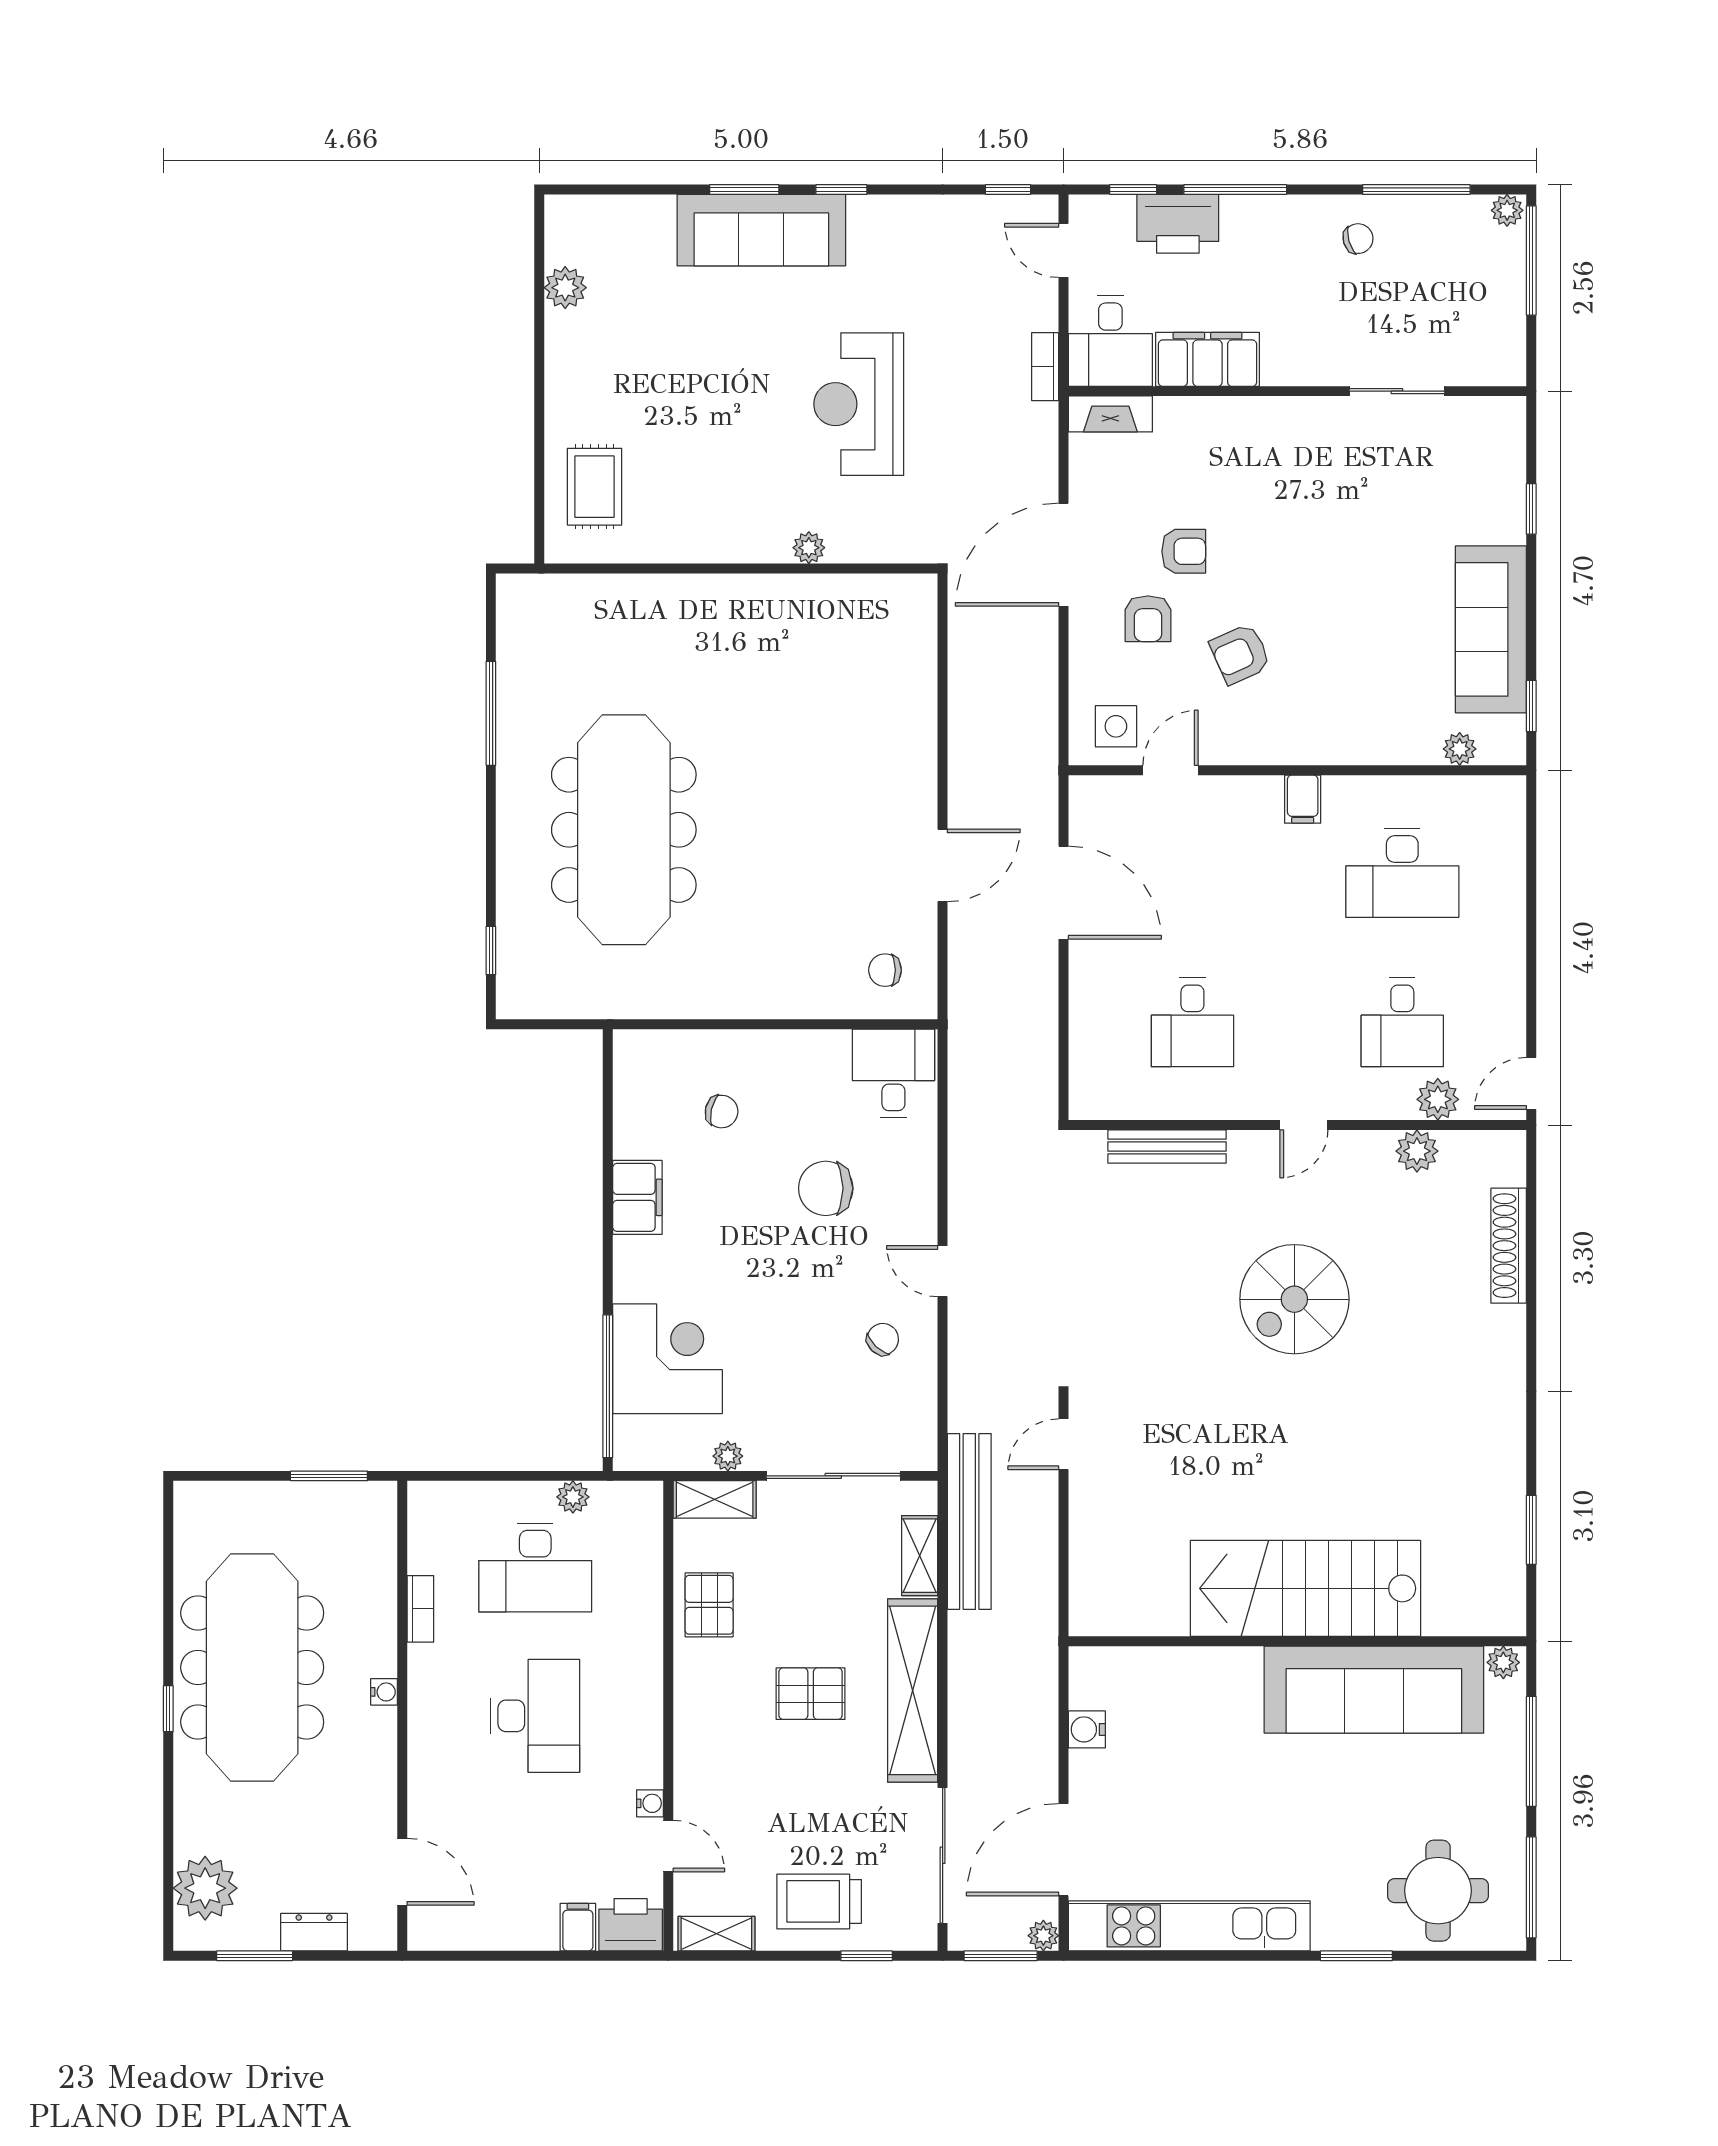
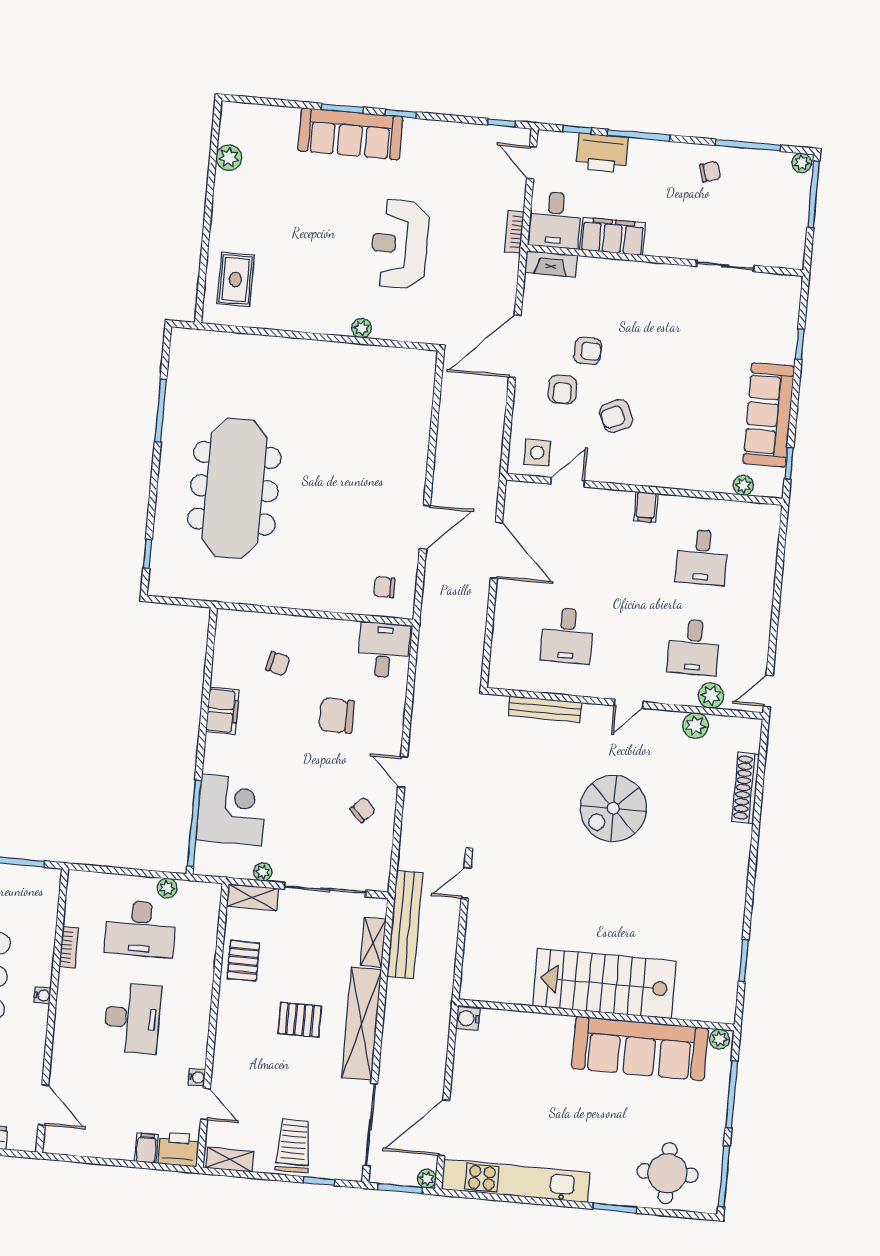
desk: (1402, 873) -> (702, 557), width x0.73
water cooler: (1087, 1729) -> (468, 1018), moved
trolley: (819, 1901) -> (293, 1146), turned 90

